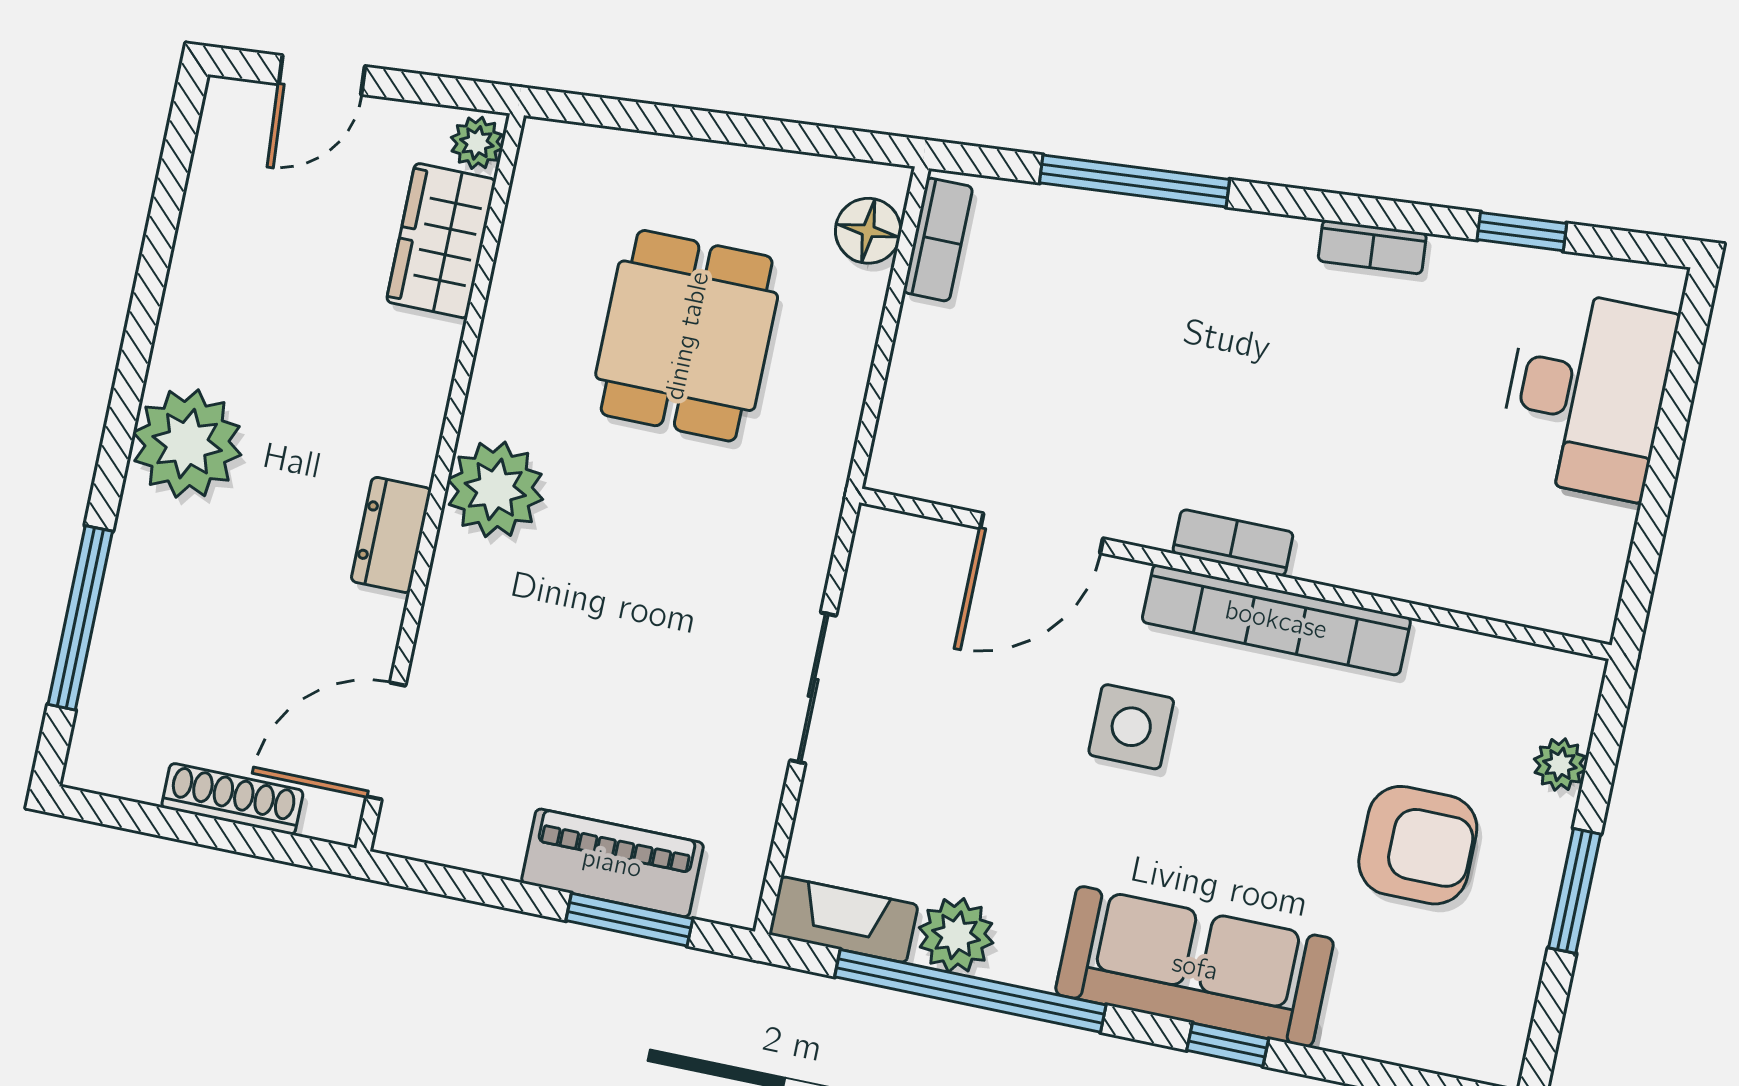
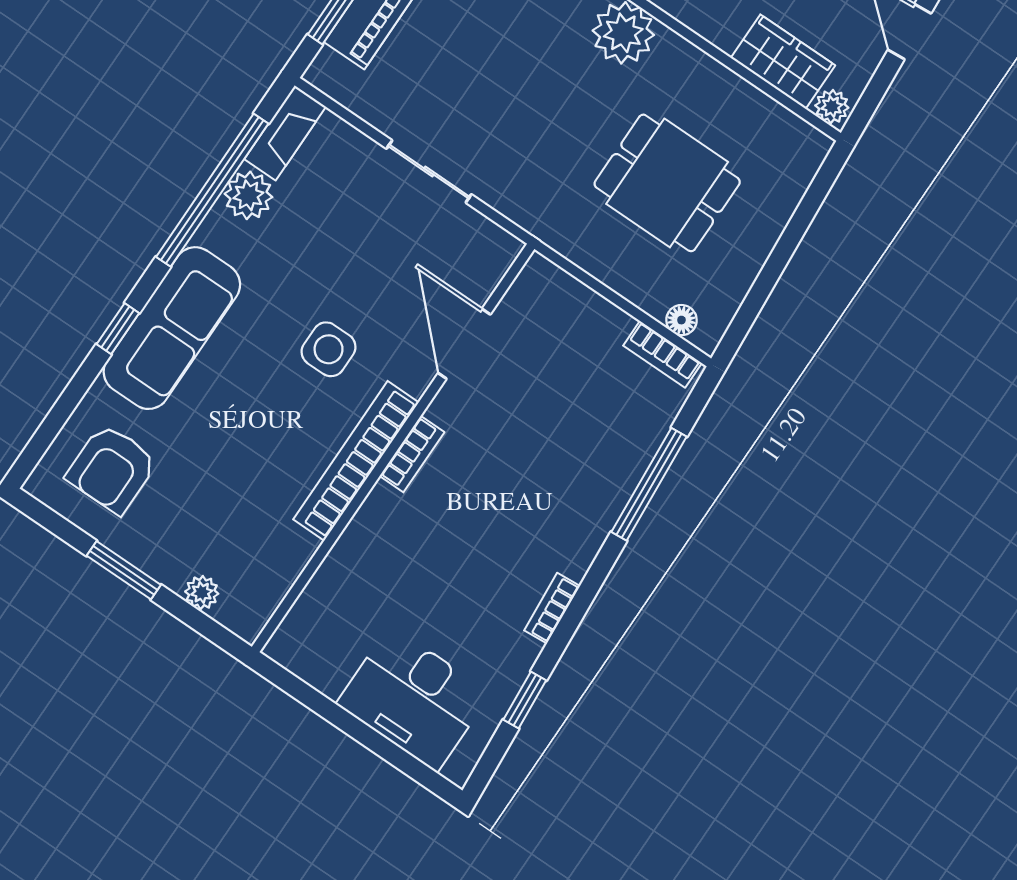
floor lamp: (868, 231) -> (681, 320), width x0.73, depth x0.73
armchair: (1418, 845) -> (112, 469), moved

